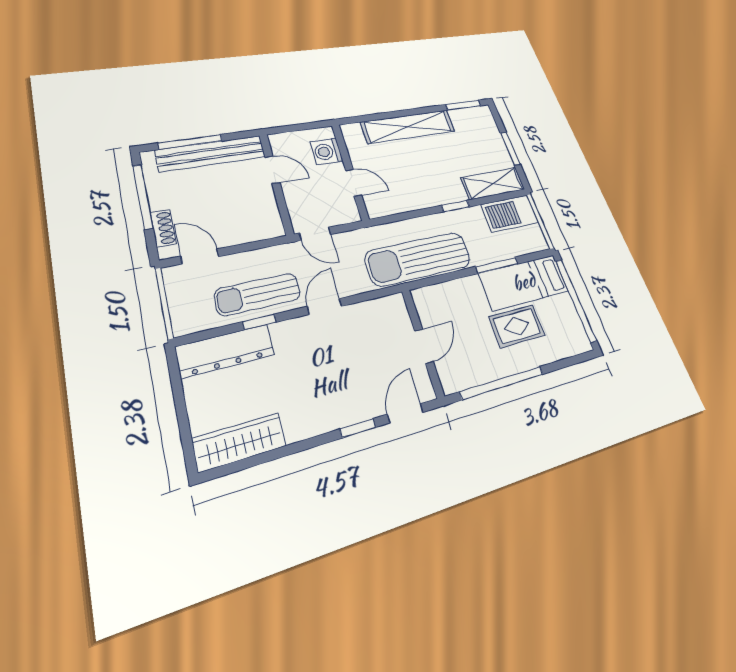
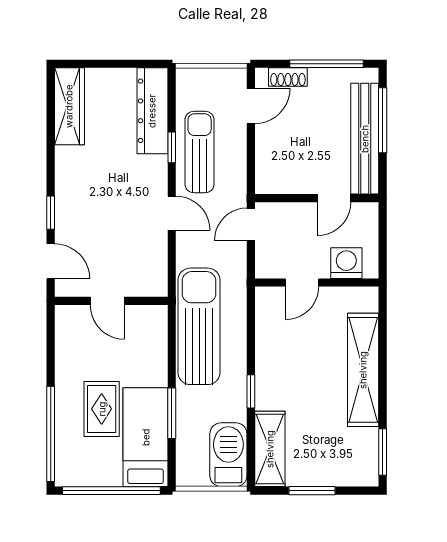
window: (502, 383) -> (51, 434), moved

